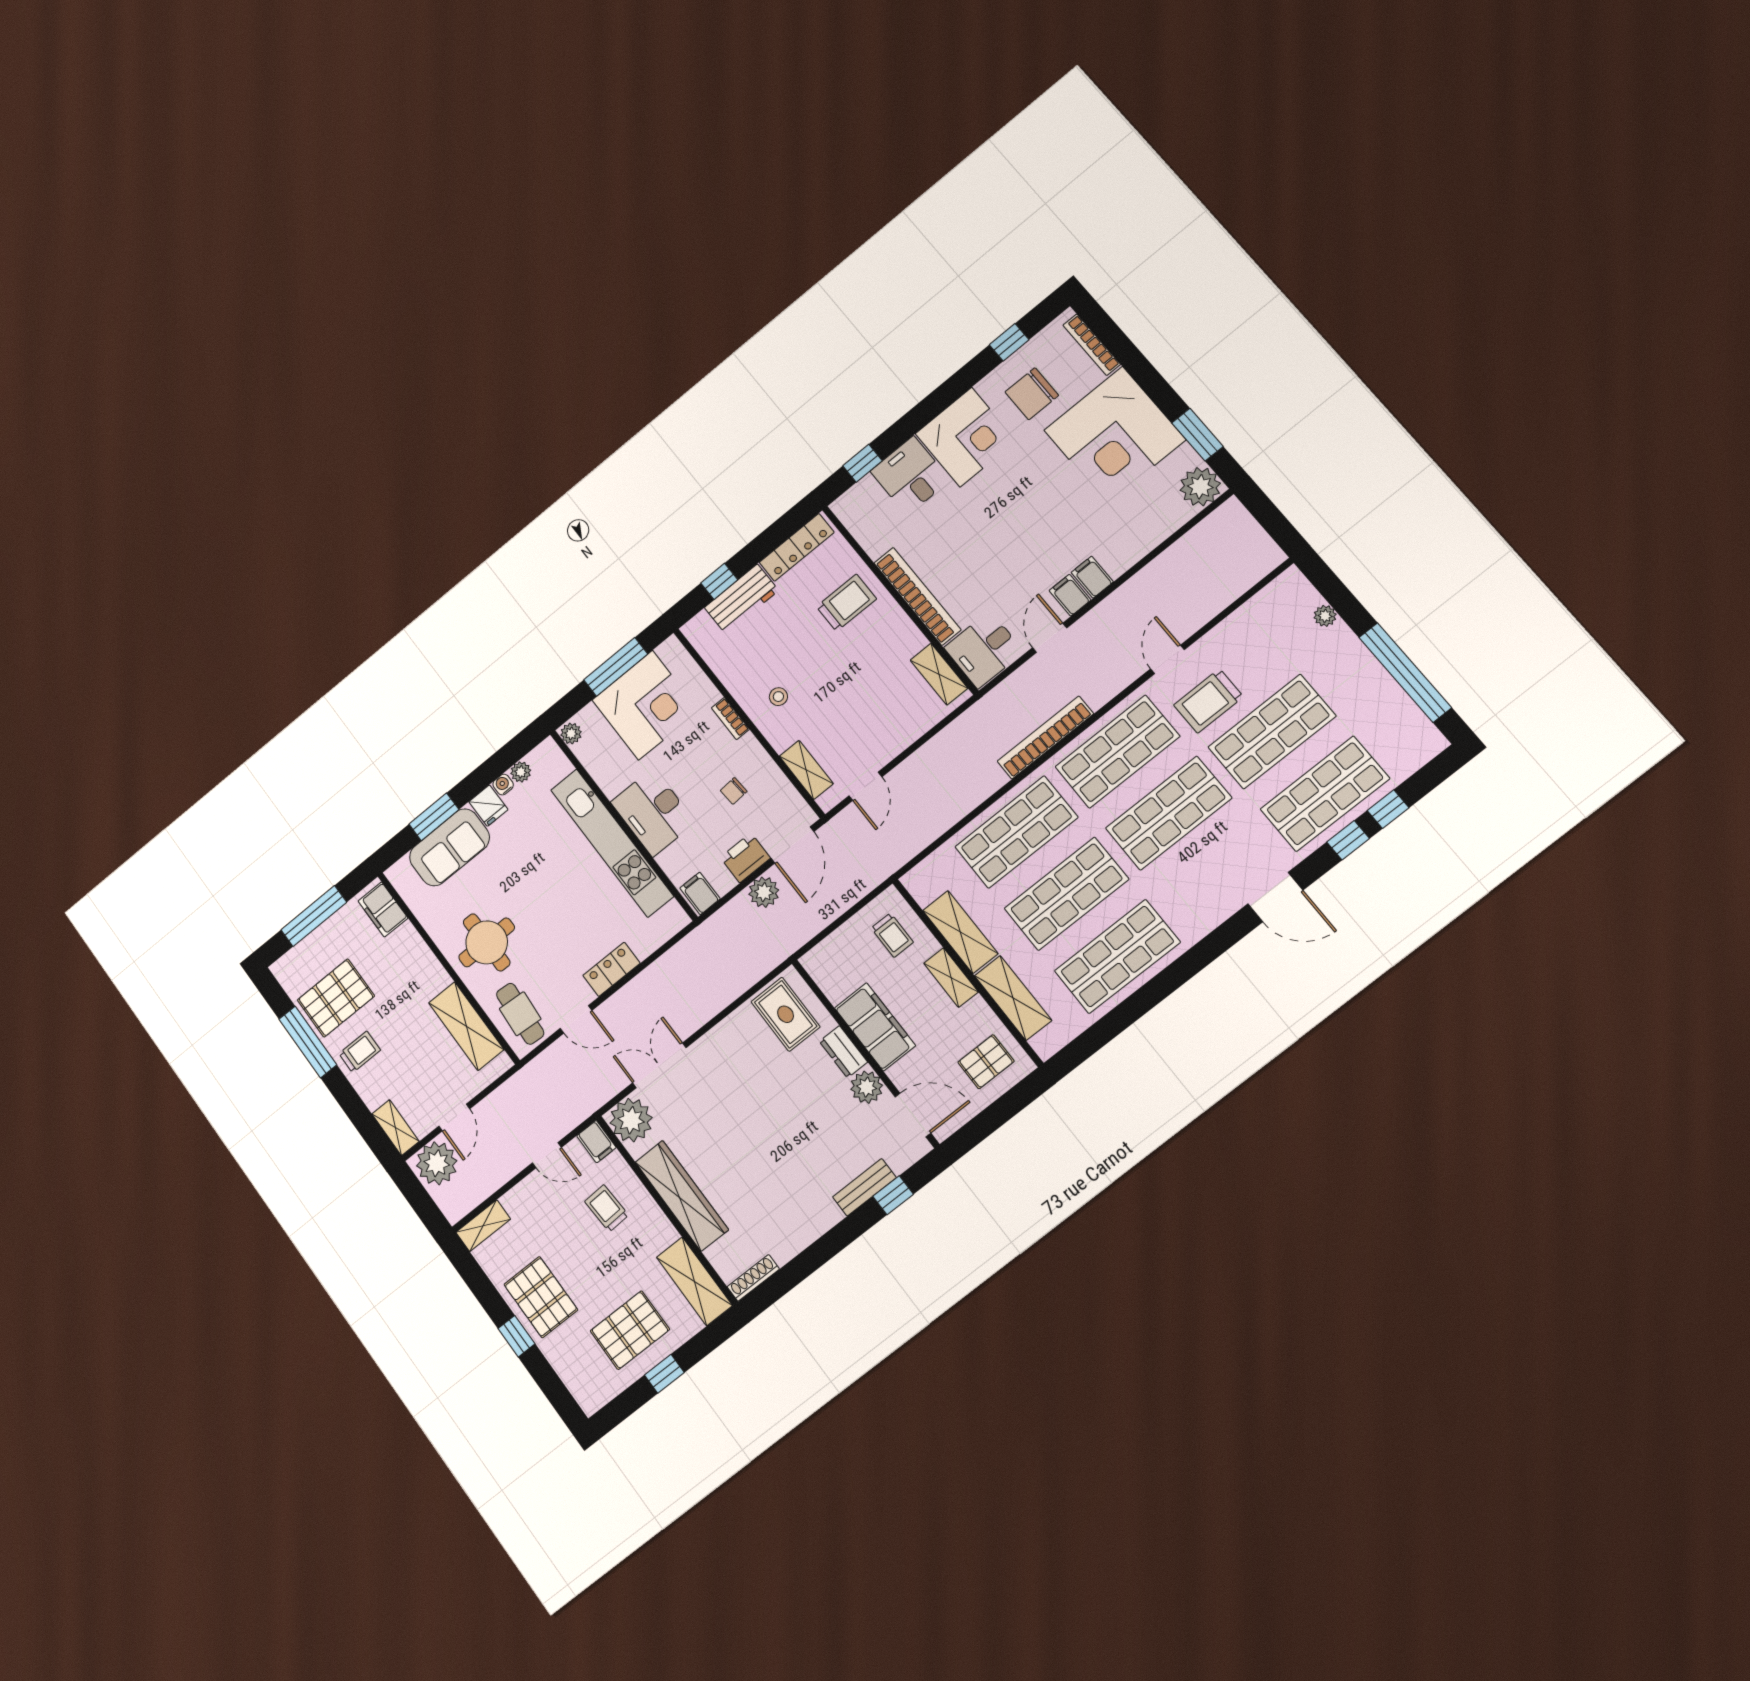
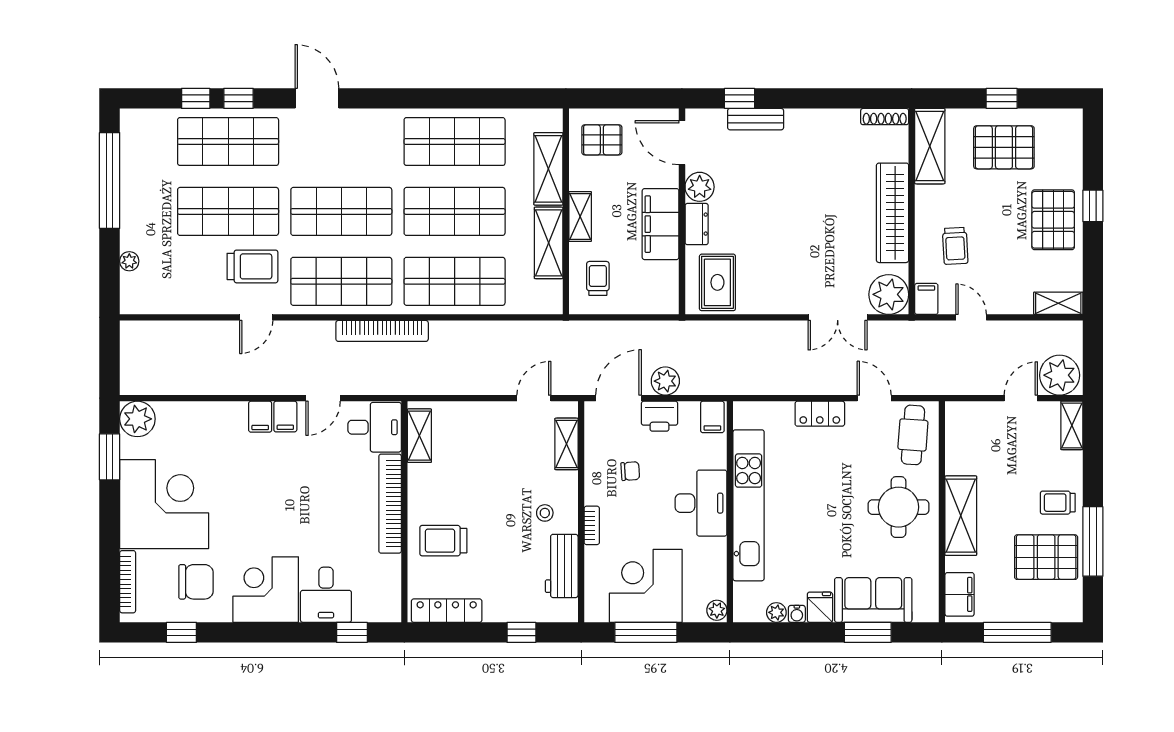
workbench: (742, 599) -> (562, 566), moved, turned -90
shelving: (466, 1026) -> (961, 516), moved

